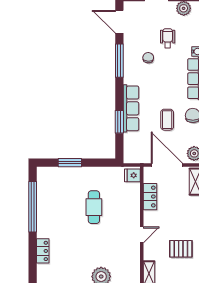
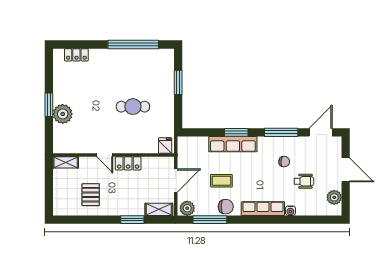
window: (119, 122) -> (236, 132), moved
door: (167, 165) -> (176, 180), width x0.73
locker: (150, 197) -> (128, 163), moved
locker: (43, 251) -> (76, 55), moved

